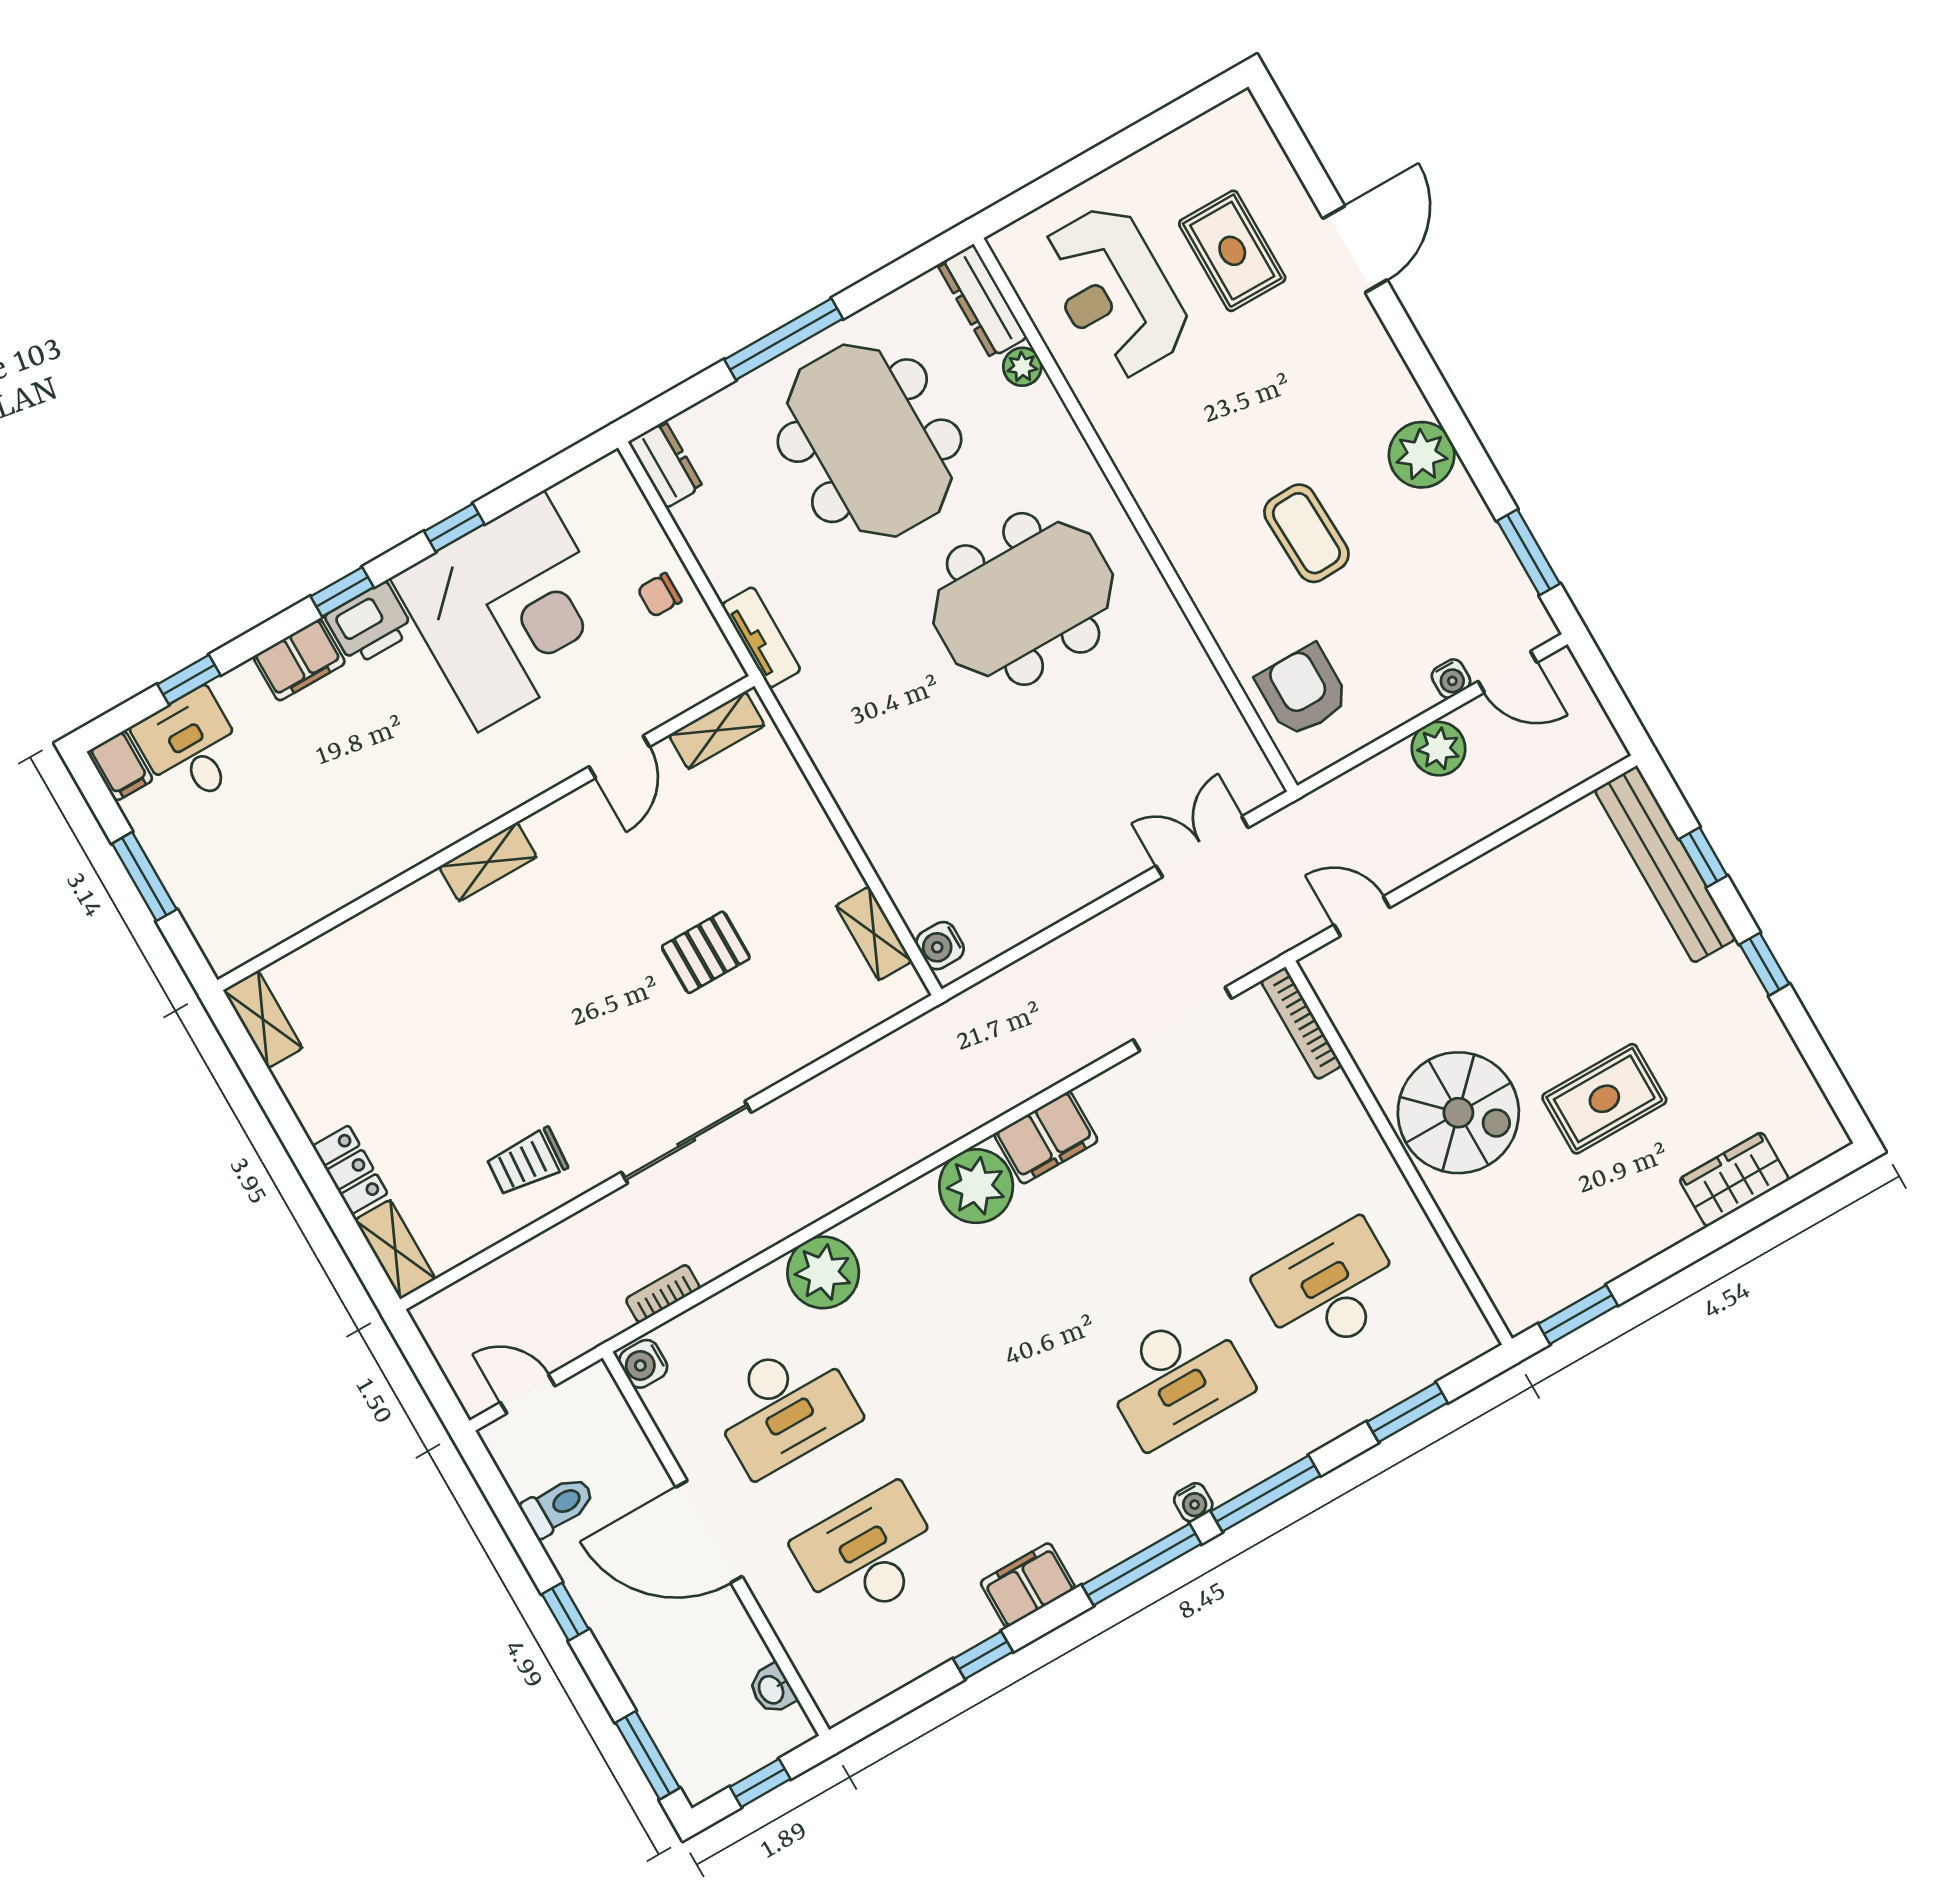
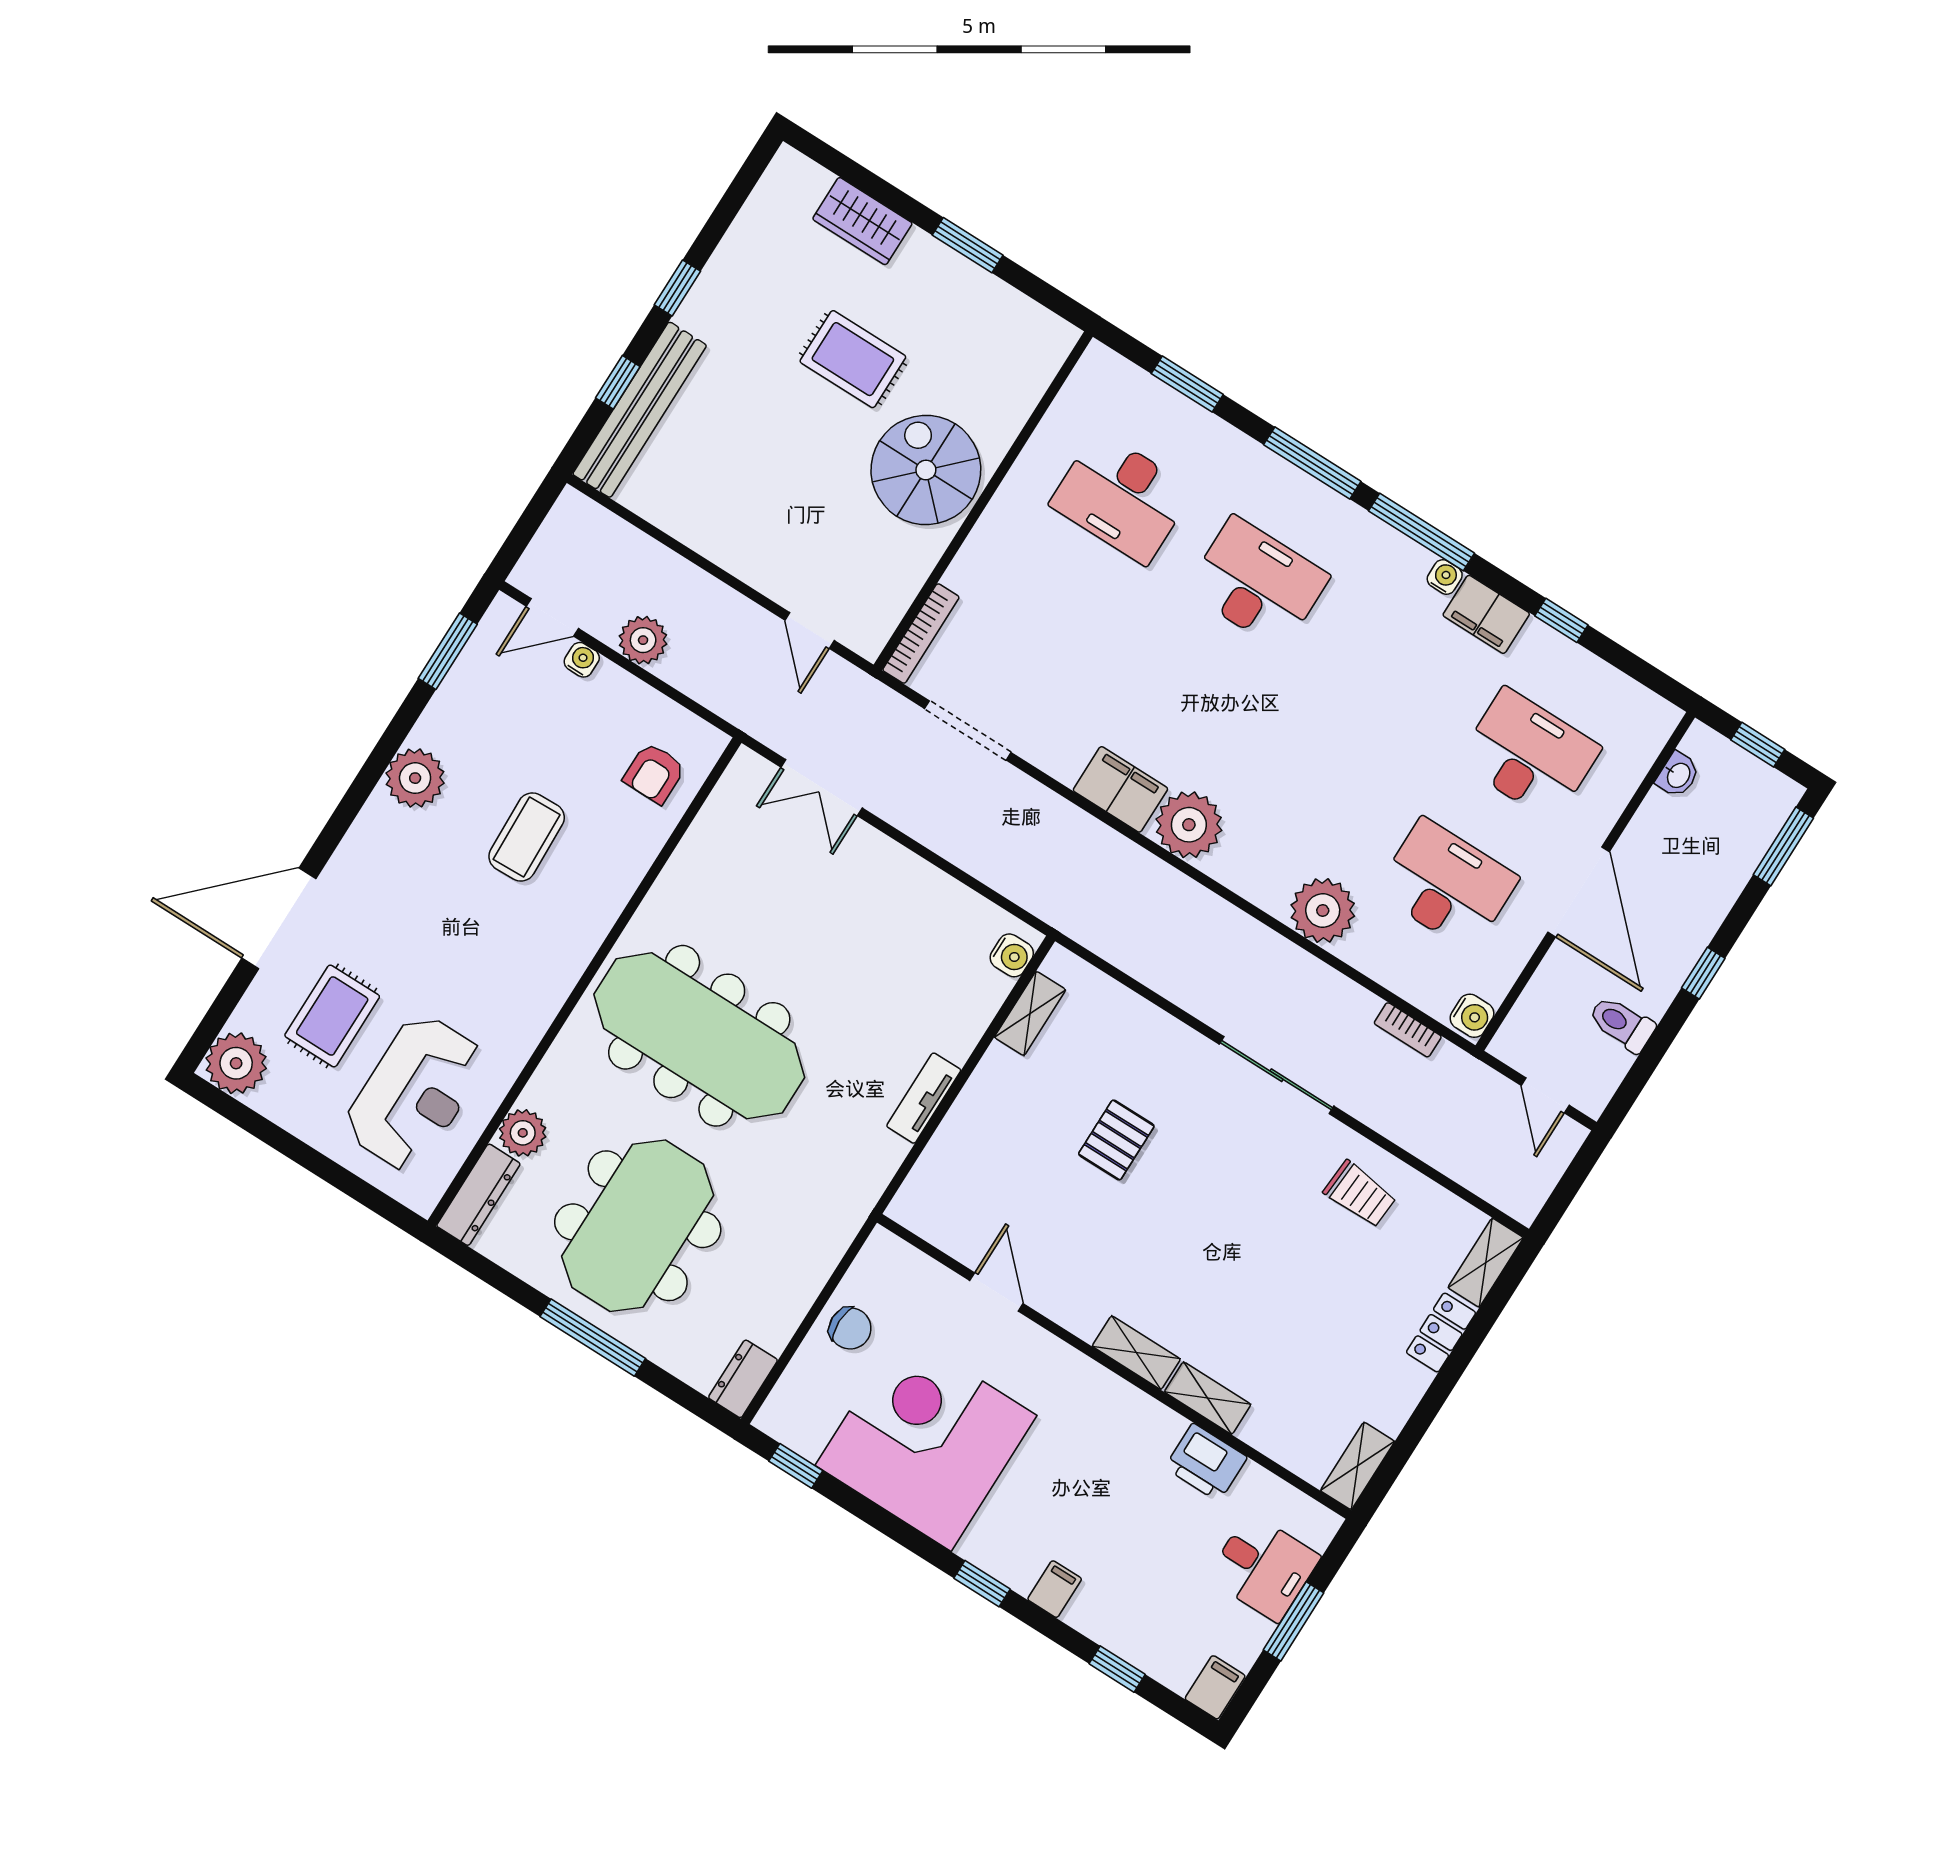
plant: (1236, 133) -> (236, 1063), added
door: (1355, 249) -> (279, 918), width x1.36
plant: (1022, 367) -> (523, 1133), width x1.38, depth x1.38
window: (454, 528) -> (796, 1466), moved
chair: (660, 595) -> (850, 1328), width x1.37, depth x1.37
meeting table: (1023, 599) -> (699, 1036), width x1.36
printer: (370, 624) -> (1206, 1462), moved, turned 180
tv unit: (761, 637) -> (924, 1098), moved
filing cabinet: (299, 660) -> (1055, 1589), width x0.50
door: (1508, 672) -> (552, 617), swing flipped
armchair: (1303, 691) -> (654, 773), width x0.72, depth x0.72
shelving: (717, 730) -> (1208, 1398), moved
desk: (191, 748) -> (1263, 1567), moved, turned -90
door: (619, 757) -> (996, 1292), hinge flipped
pallet: (706, 952) -> (1116, 1140), turned 90
window: (1578, 1315) -> (968, 245), moved
water cooler: (1193, 1502) -> (1445, 577), moved
desk: (869, 1554) -> (1529, 755), turned 180

